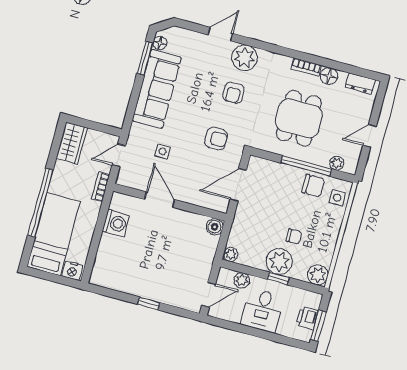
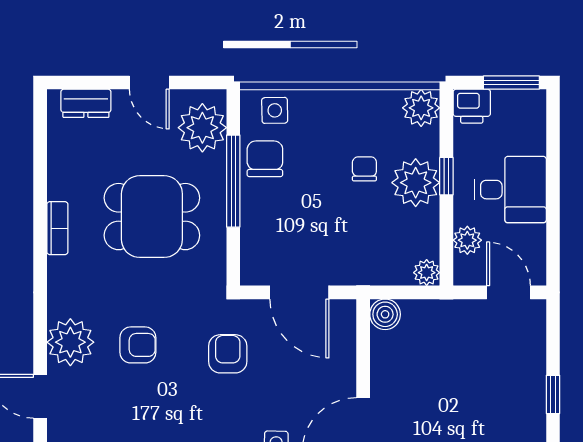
floor lamp: (329, 76) -> (62, 183), removed
dresser: (360, 84) -> (86, 103), moved, turned 90
plant: (337, 163) -> (202, 128), width x1.88, depth x1.88
printer: (307, 318) -> (472, 106), moved

